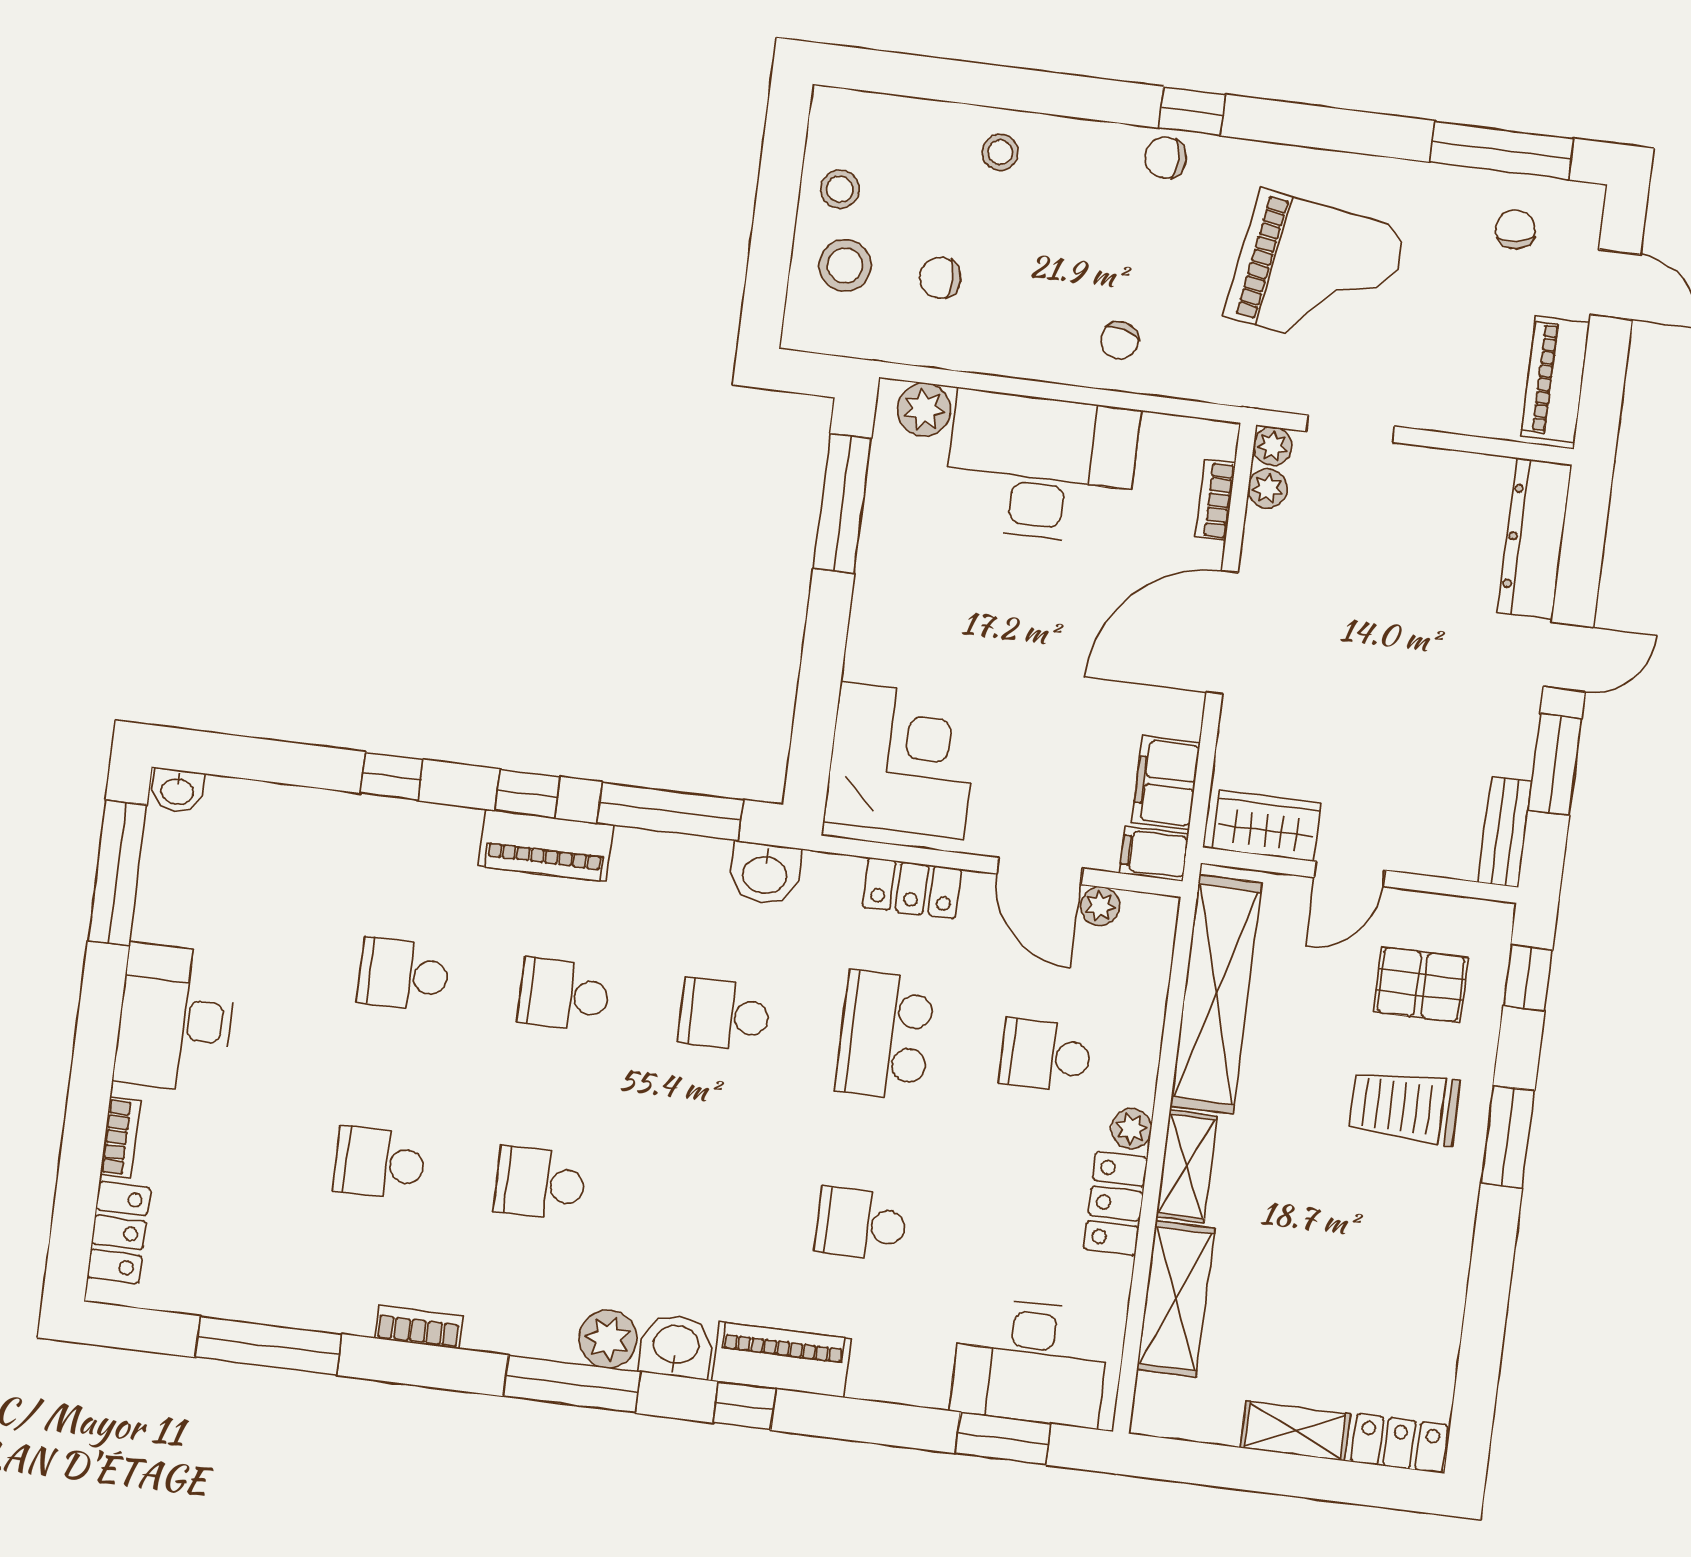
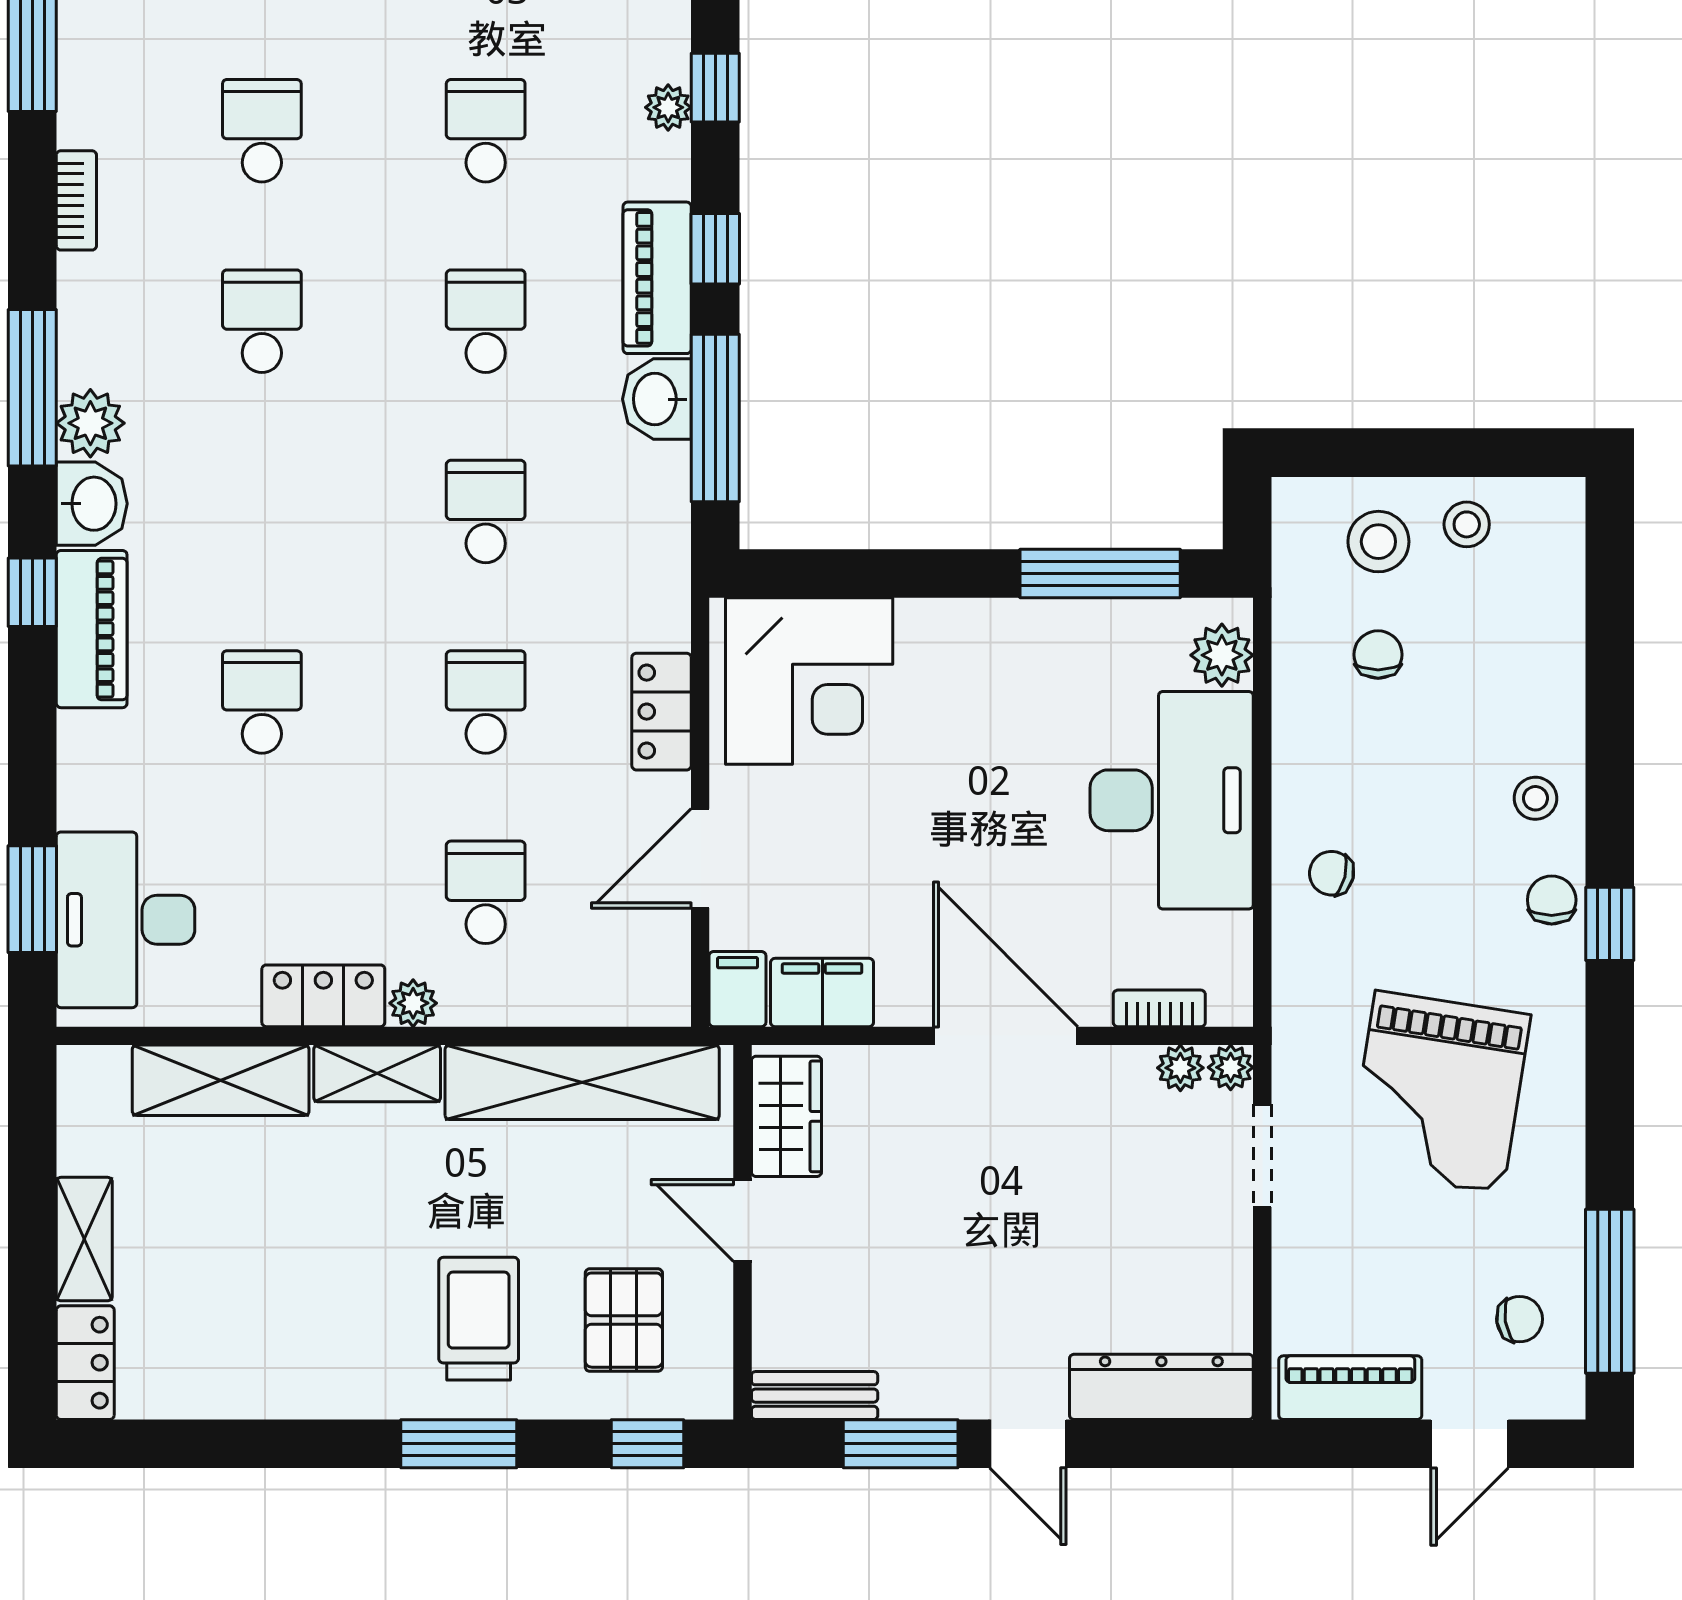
stool: (1000, 152) -> (1535, 798), moved
washbasin: (765, 873) -> (657, 399), moved
plant: (1100, 906) -> (668, 107), moved
school desk: (885, 1035) -> (486, 702), width x0.54

